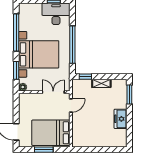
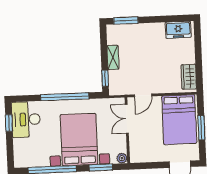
door: (71, 105) -> (143, 95), swing flipped
freezer: (121, 119) -> (178, 30), moved
wardrobe: (84, 142) -> (189, 77), added

